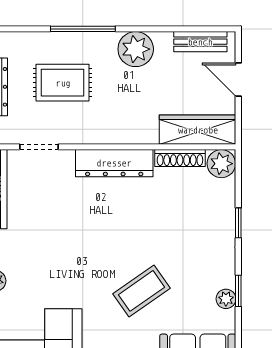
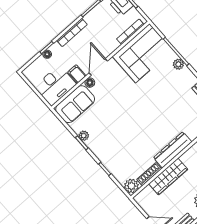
wardrobe: (198, 130) -> (168, 177), moved
coffee table: (142, 291) -> (119, 110), removed

